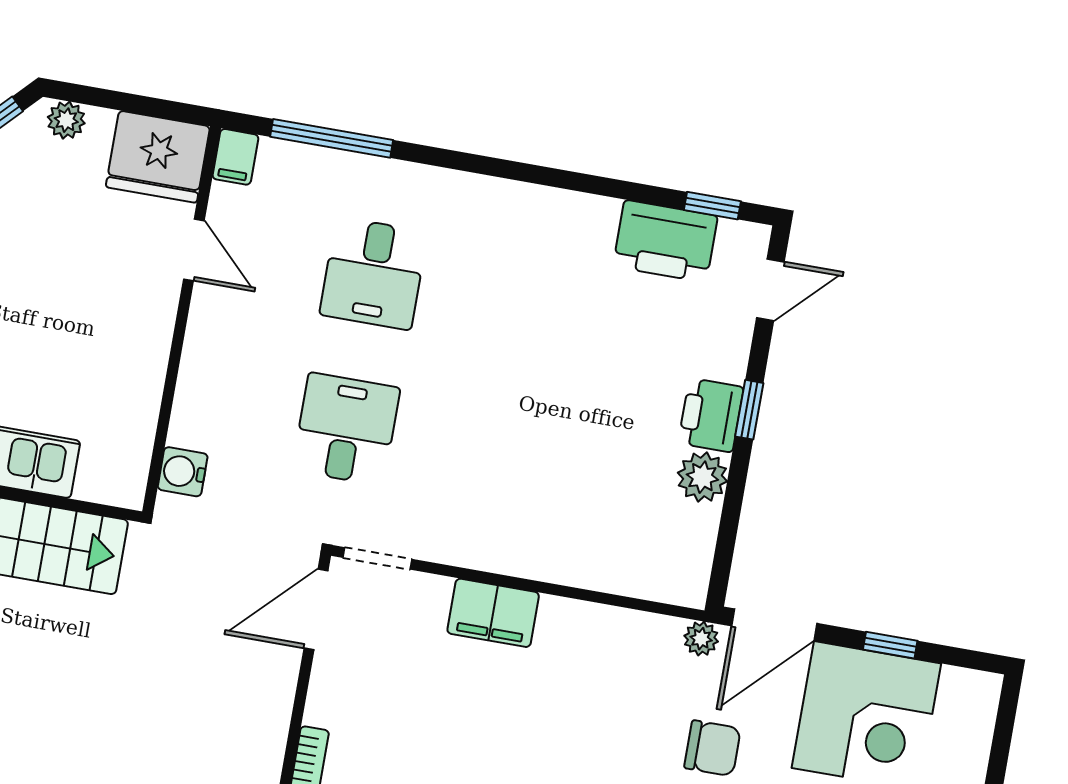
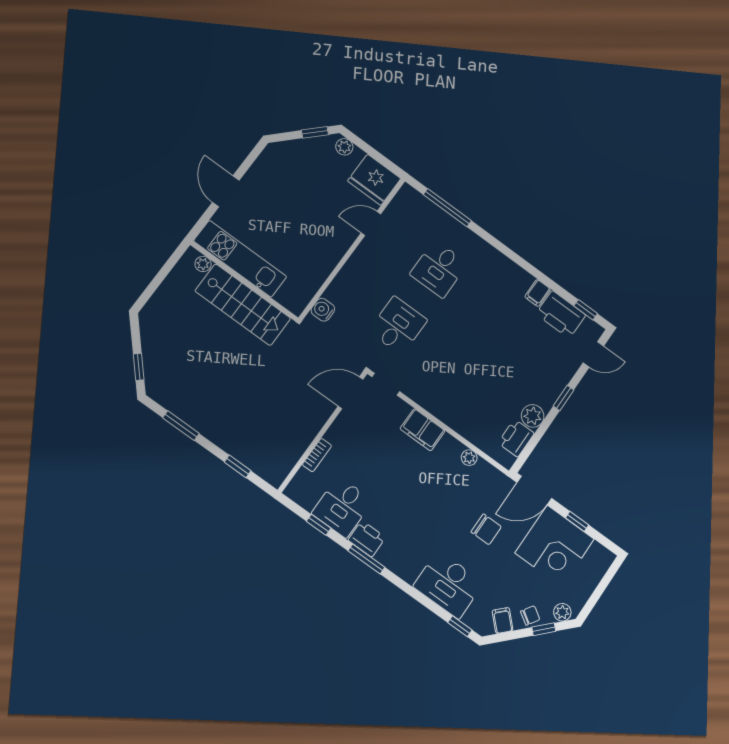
filing cabinet: (235, 157) -> (538, 293), moved
door: (194, 250) -> (371, 223), swing flipped
printer: (711, 415) -> (516, 438), moved
plant: (701, 639) -> (469, 458), moved

